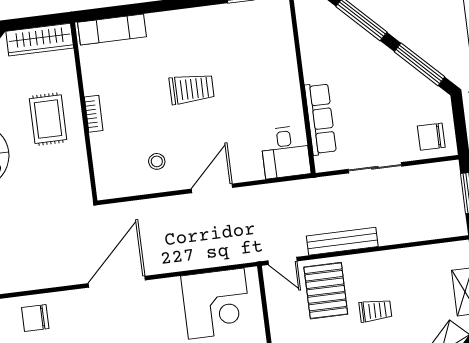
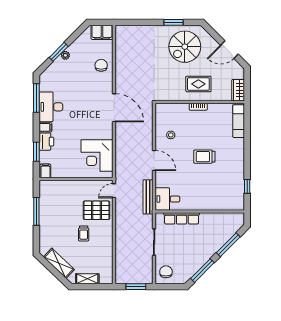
wardrobe: (40, 40) -> (238, 90), width x0.67
trolley: (192, 89) -> (204, 157), turned 90
bench: (342, 241) -> (148, 197), moved

